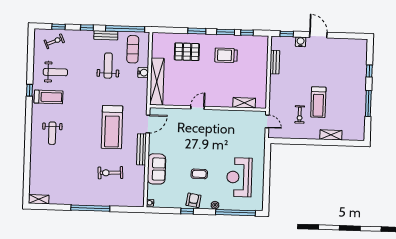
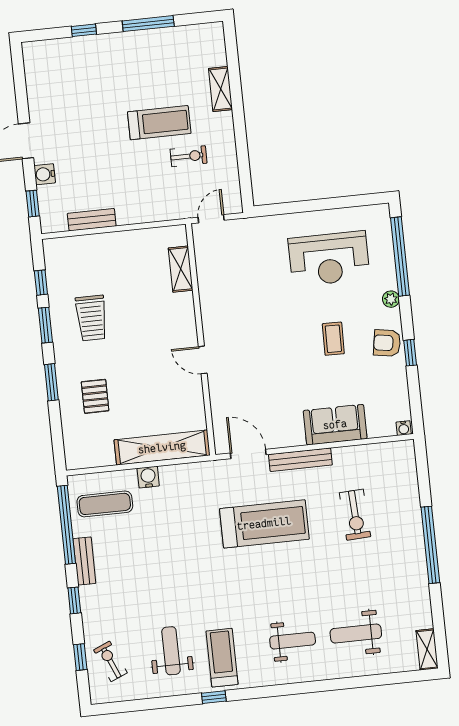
pallet: (187, 52) -> (95, 396), width x0.67, depth x0.71
weight bench: (108, 66) -> (356, 634), moved

